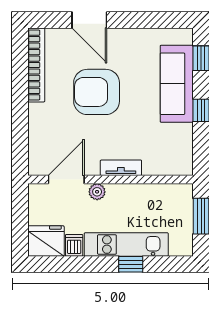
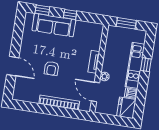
door: (89, 20) -> (13, 66), hinge flipped
bookcase: (36, 65) -> (59, 102), moved
armchair: (97, 92) -> (51, 68), width x0.53, depth x0.53

